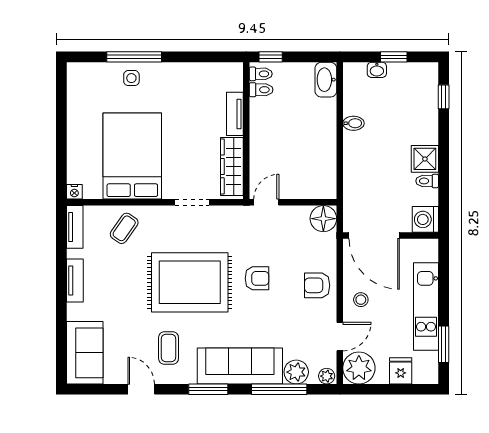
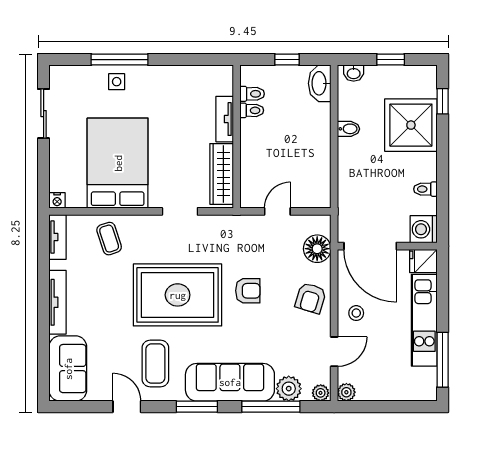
window: (271, 57) -> (287, 60), moved
washbasin: (377, 70) -> (354, 73), moved
toilet: (261, 74) -> (252, 110), moved
sliding door: (61, 109) -> (44, 114), added
shower: (425, 159) -> (411, 125), moved, width x1.86, depth x1.86
door: (266, 202) -> (277, 211), moved
floor lamp: (323, 219) -> (317, 249), moved
coffee table: (124, 228) -> (109, 239), turned -53
tv unit: (75, 281) -> (58, 302), width x1.41
armchair: (317, 285) -> (311, 298), turned -73
window: (444, 344) -> (443, 360), width x1.44
coffee table: (169, 348) -> (155, 364), width x1.36, depth x1.30
plant: (359, 368) -> (346, 392), width x0.53, depth x0.53
fridge: (401, 371) -> (423, 261), moved, turned -90

